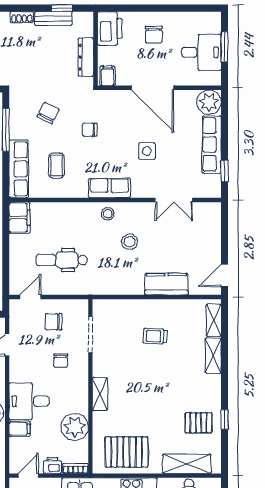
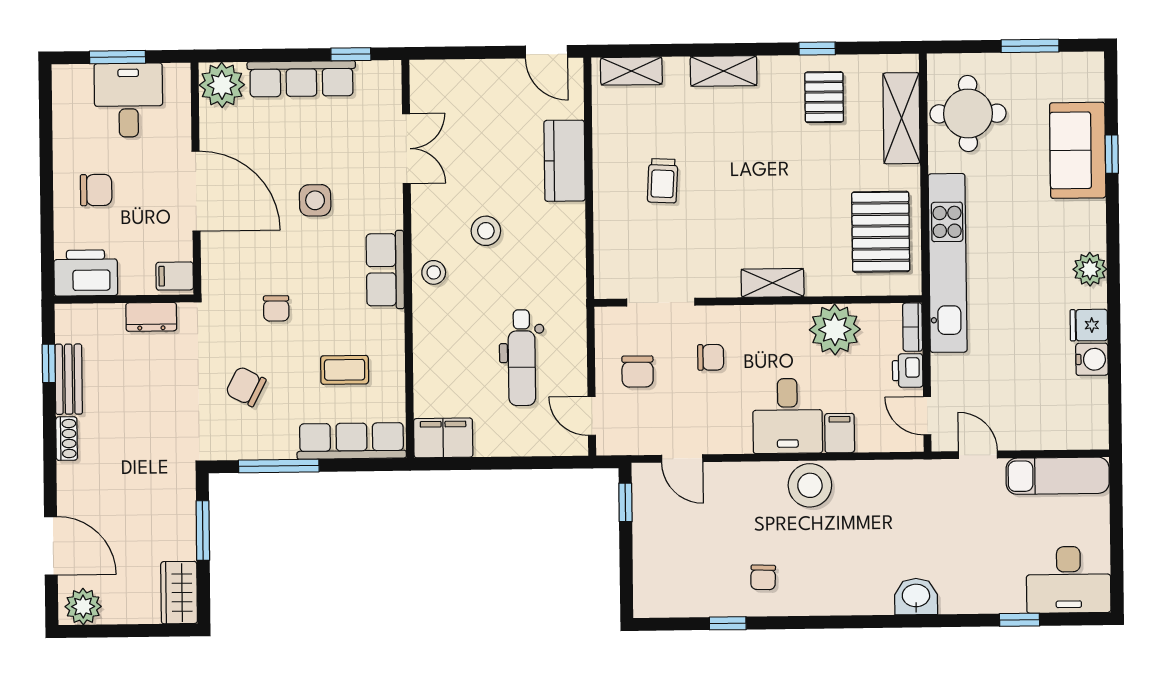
dresser: (86, 57) -> (151, 317), width x0.70
door: (153, 88) -> (196, 191), hinge flipped
shelving: (213, 356) -> (724, 71), moved

